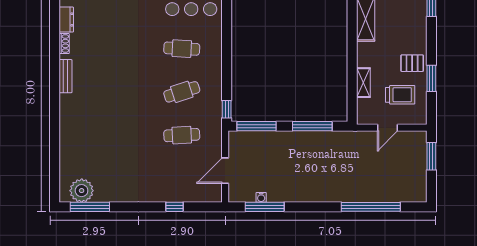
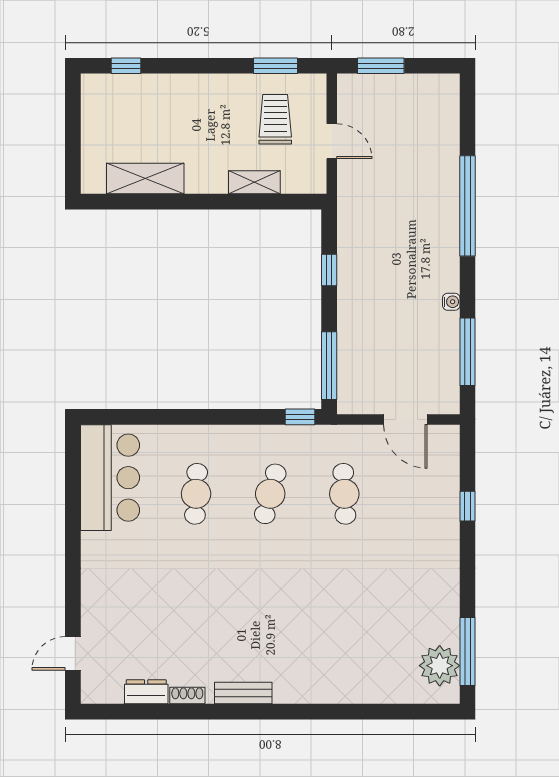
pallet: (412, 63) -> (221, 99), removed
window: (431, 78) -> (275, 66), moved
cafe table: (182, 92) -> (270, 494), turned 33
window: (312, 126) -> (329, 270), width x0.46
water cooler: (261, 197) -> (451, 302), moved
window: (371, 207) -> (468, 206), moved

